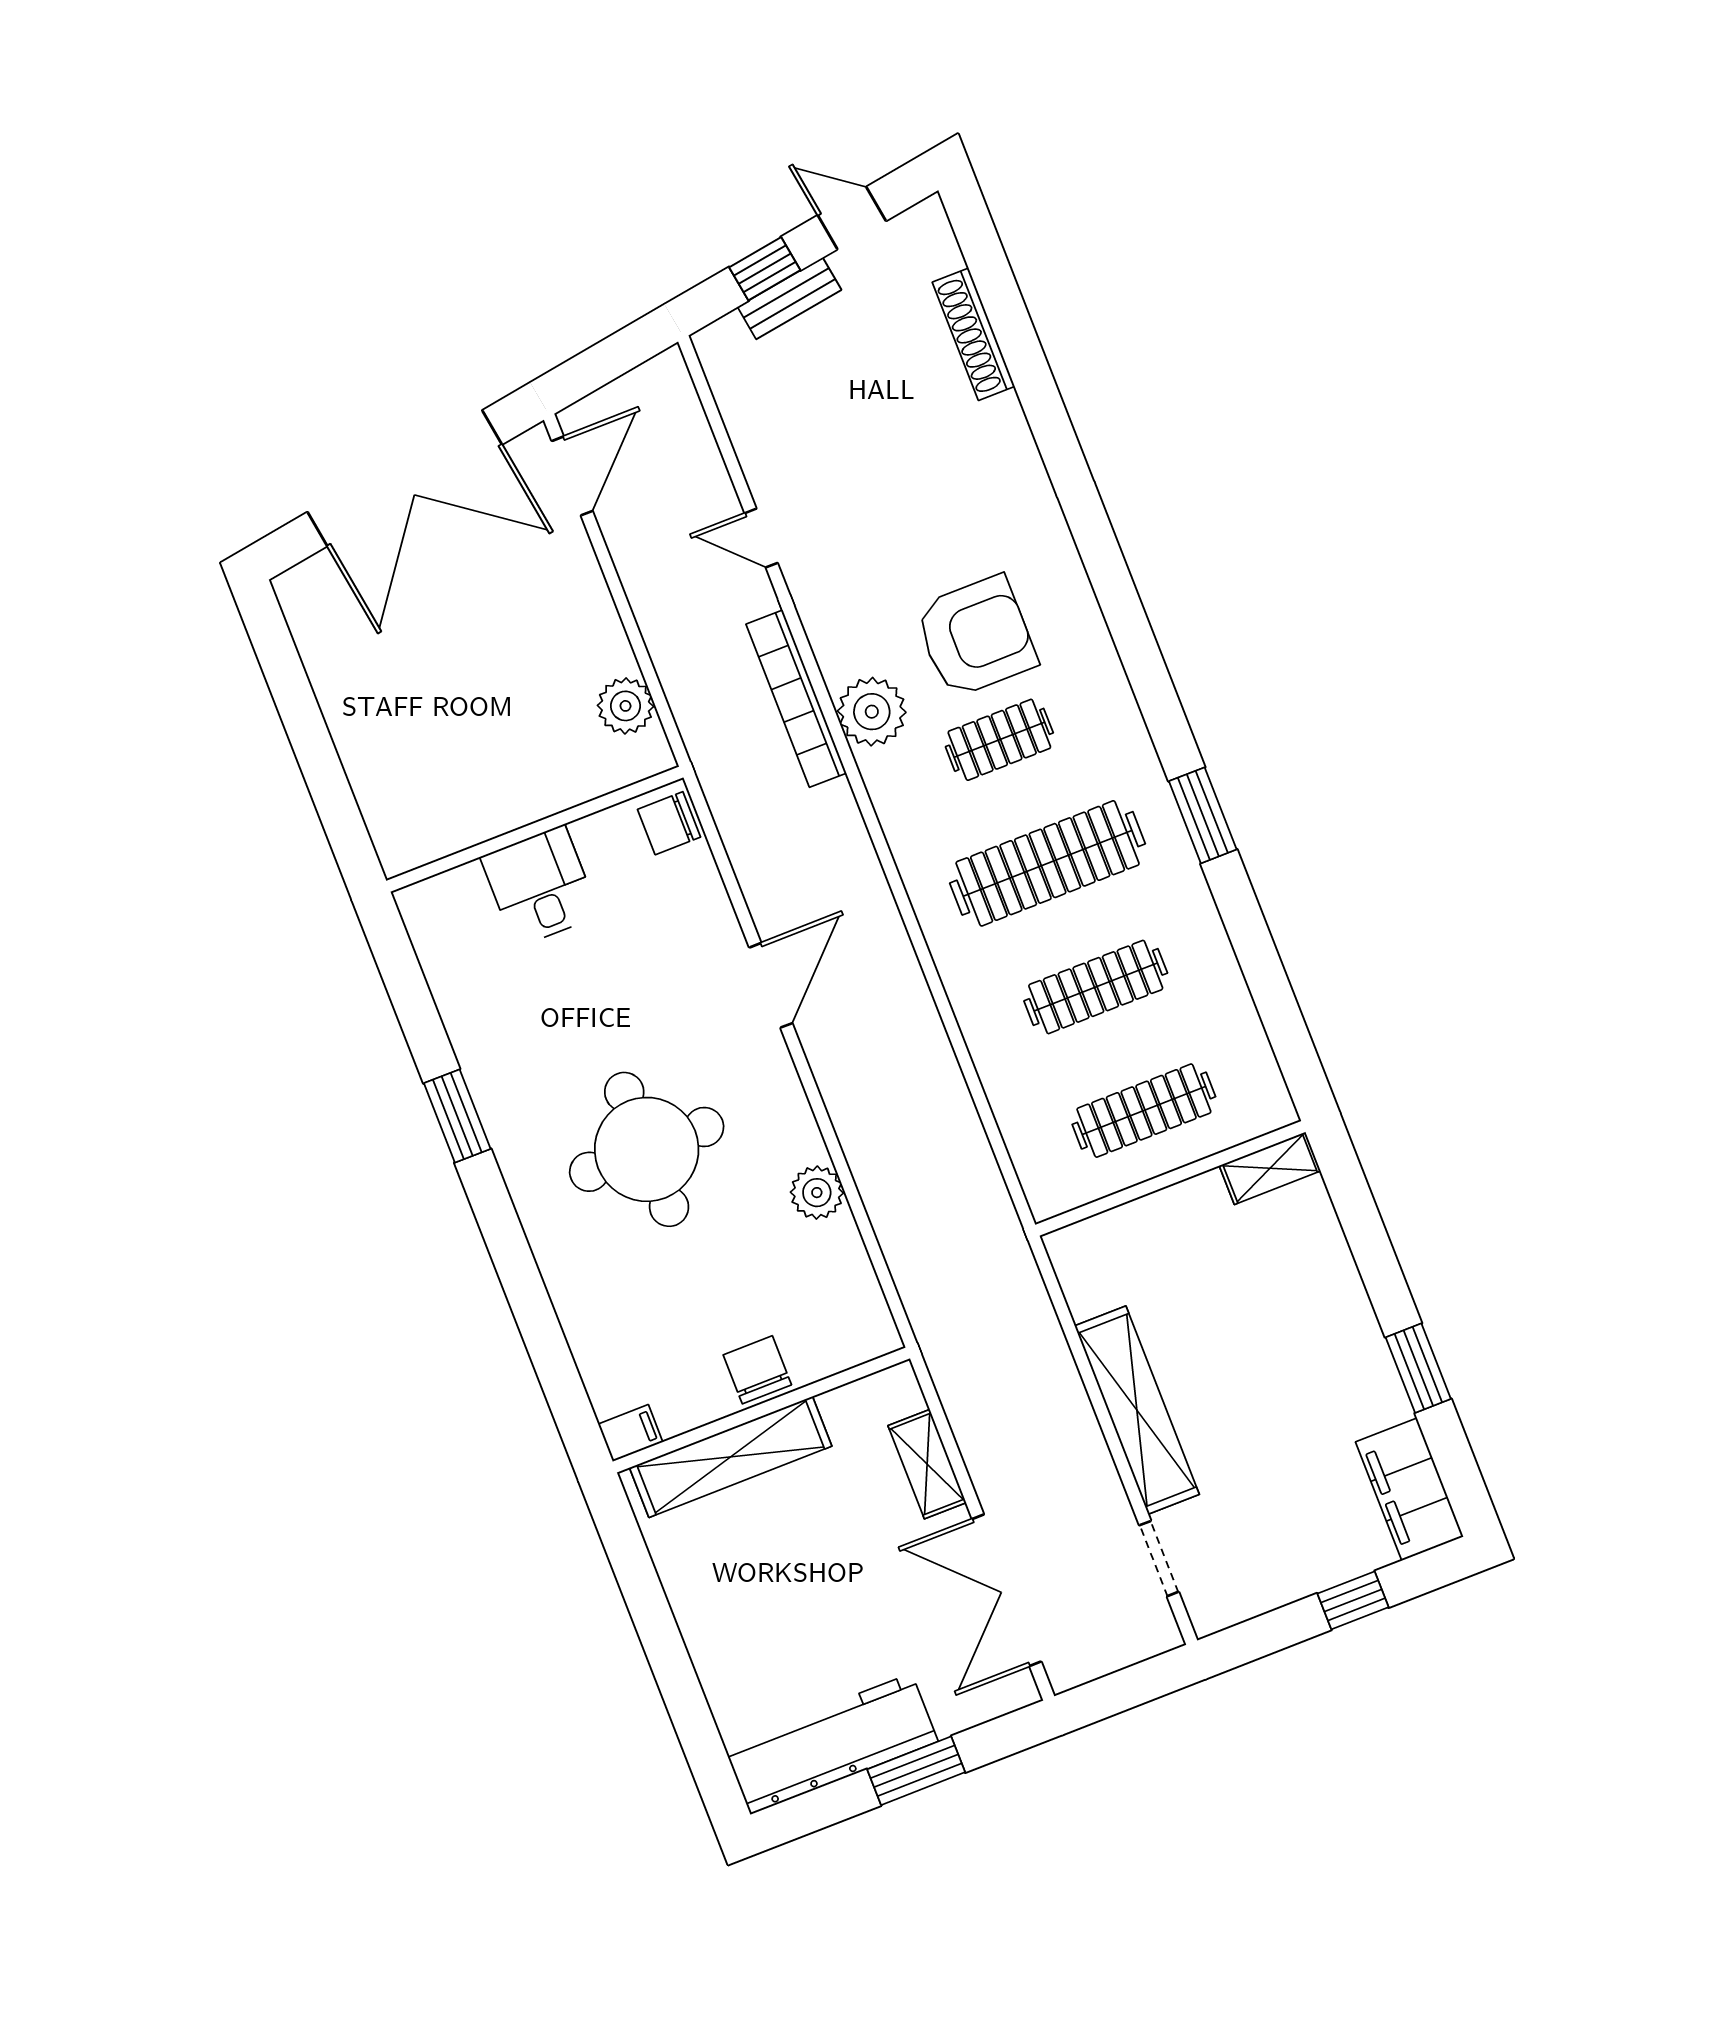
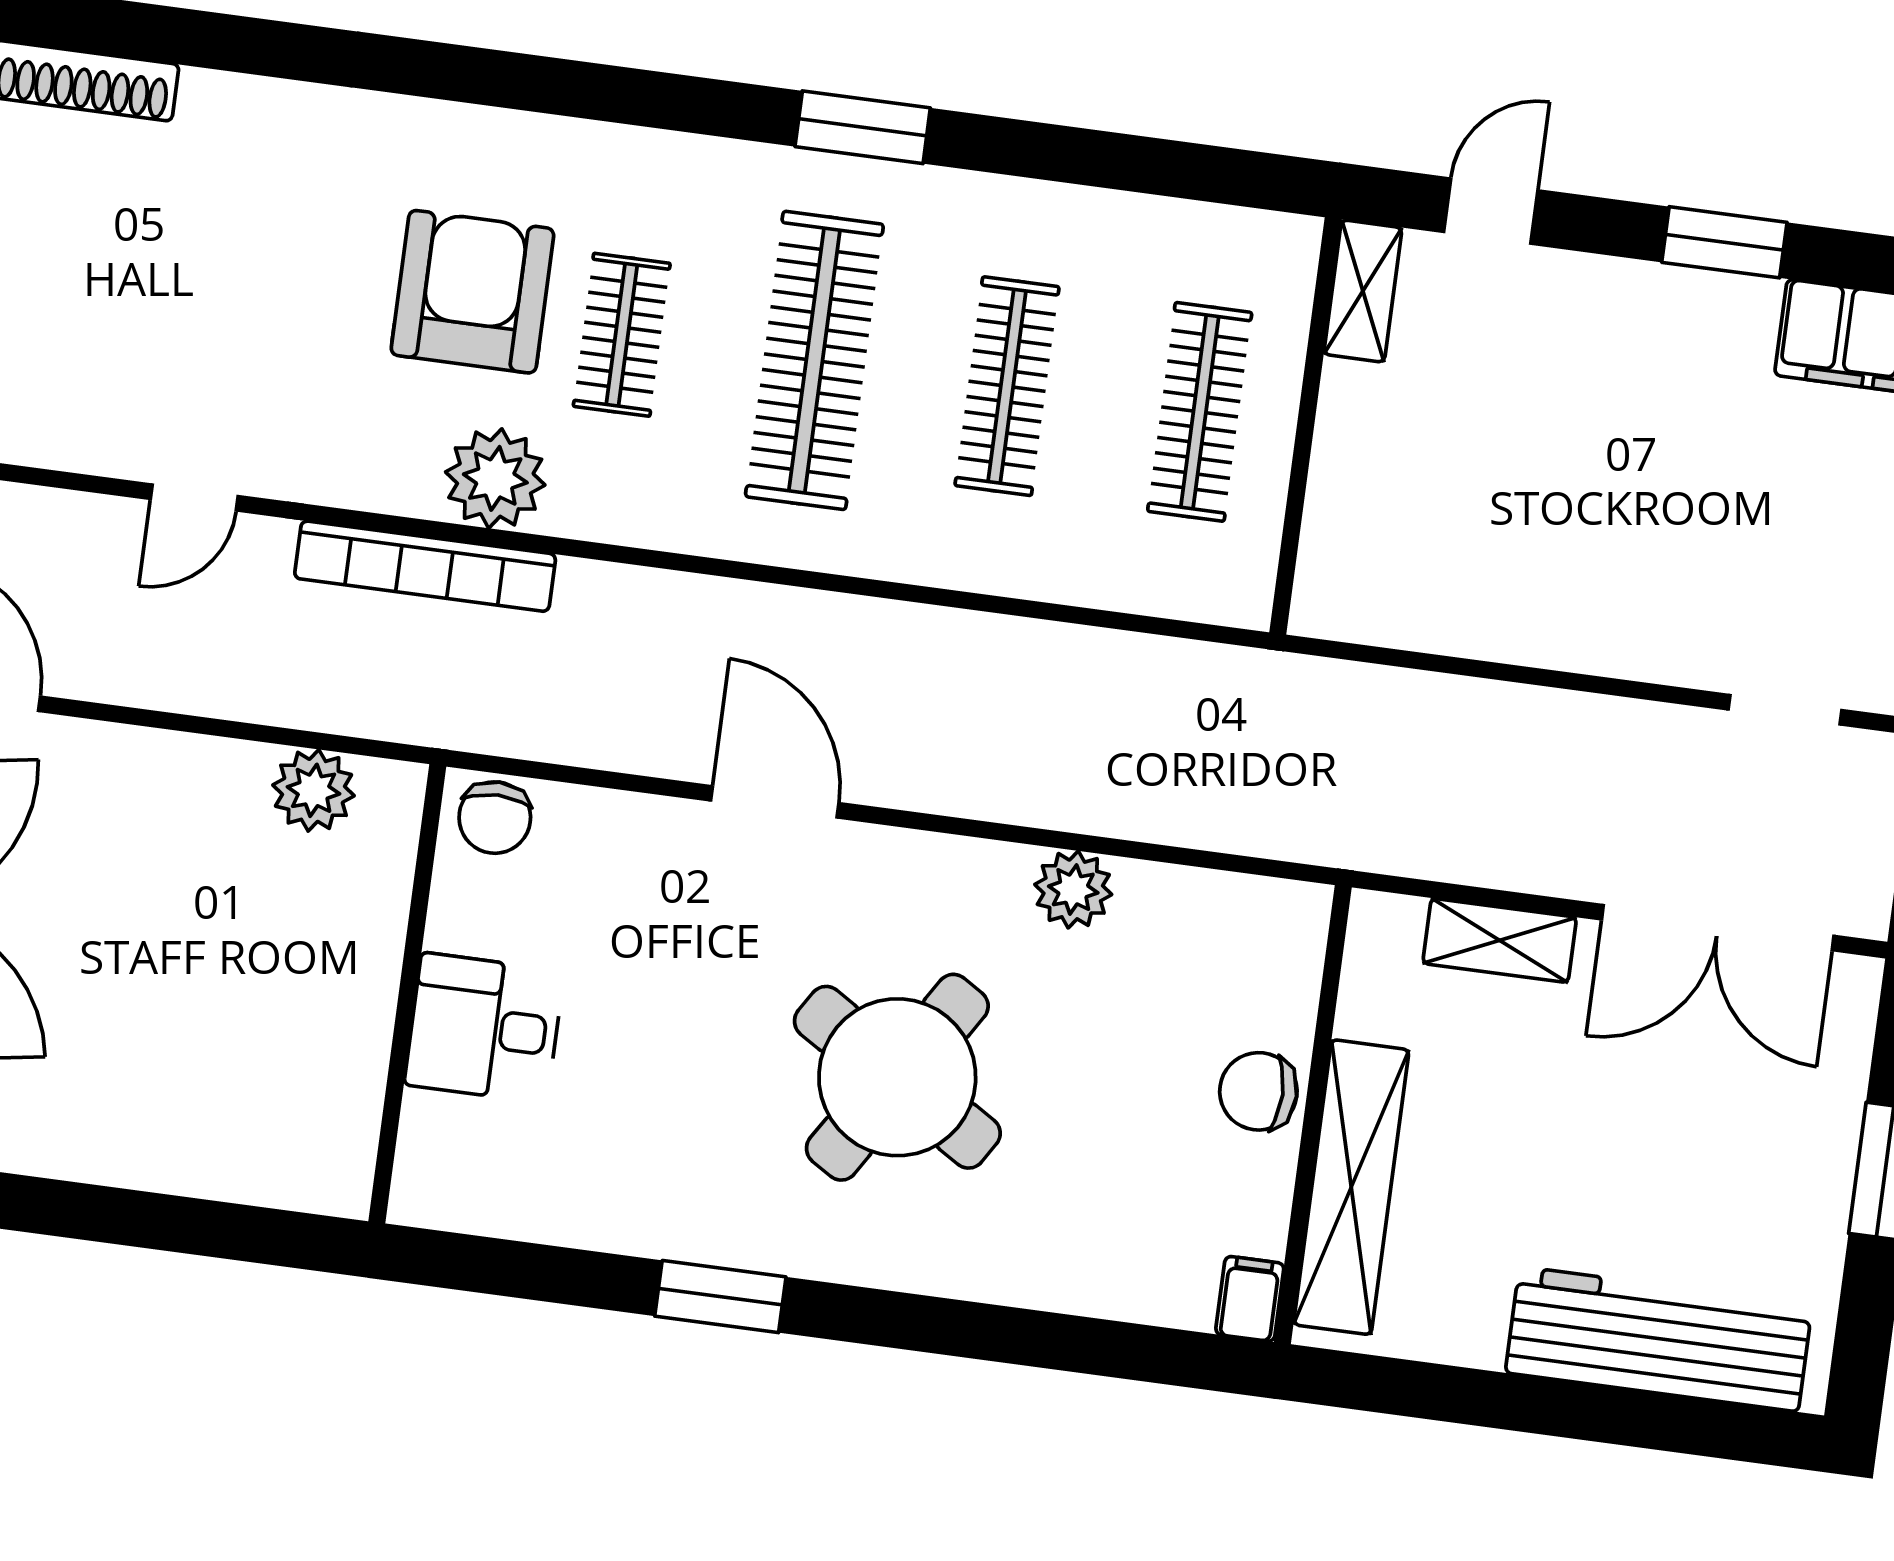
round table: (647, 1149) -> (897, 1077), turned 32
door: (1360, 1218) -> (1491, 211), added
shelving: (1137, 1410) -> (1579, 633), removed
workbench: (831, 1744) -> (1659, 1339), moved, turned 90

